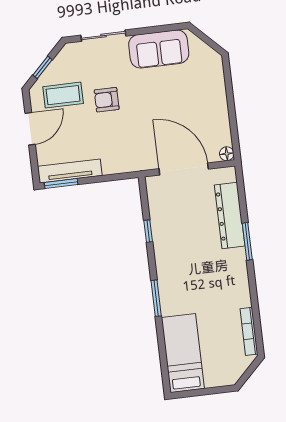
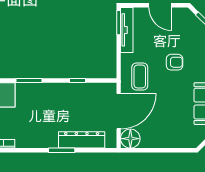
coffee table: (63, 95) -> (140, 77), moved
armchair: (107, 100) -> (175, 62), turned 90
floor lamp: (227, 154) -> (130, 139), width x1.89, depth x1.89

